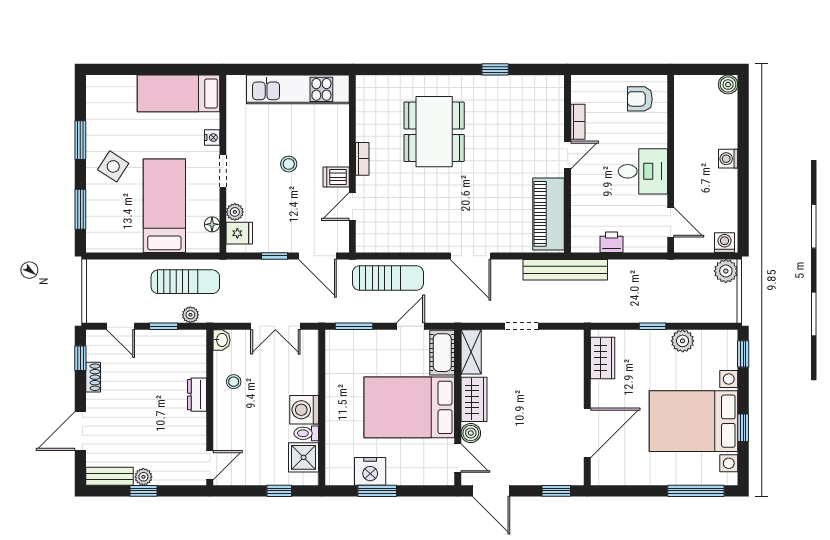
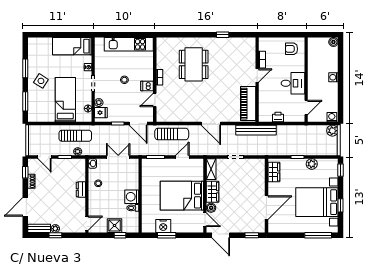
door: (671, 222) -> (306, 108), hinge flipped
double door: (275, 326) -> (118, 157), swing flipped
cot: (442, 353) -> (197, 169), removed
shower: (304, 457) -> (115, 226), moved

